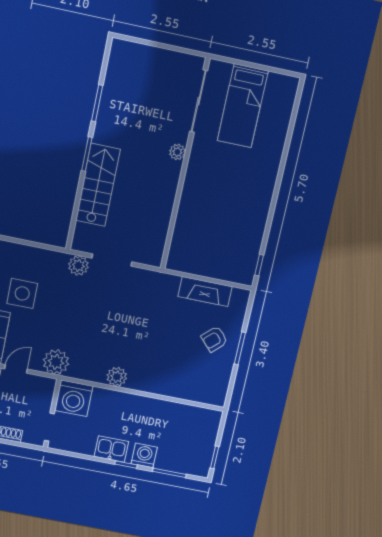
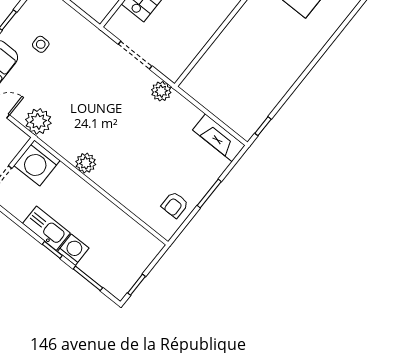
plant: (78, 266) -> (161, 91), moved
fireplace: (205, 291) -> (219, 138), moved
side table: (22, 293) -> (41, 44), width x0.54, depth x0.54
armchair: (214, 339) -> (175, 205), moved, turned -47
kitchen sink: (111, 449) -> (46, 228), width x1.38

